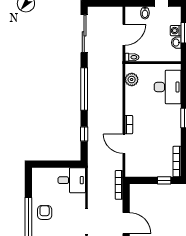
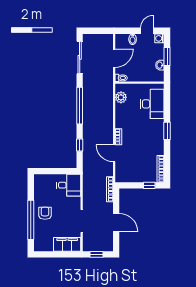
washing machine: (176, 31) -> (159, 38), moved

